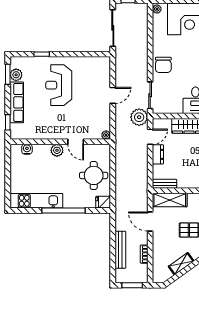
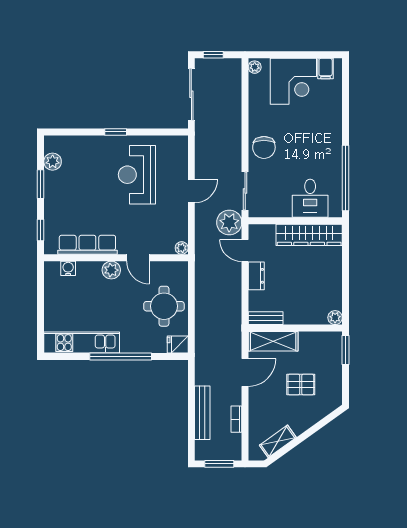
window: (42, 54) -> (116, 132), moved
window: (8, 74) -> (40, 184), moved
reception desk: (59, 85) -> (137, 175), moved
row of seats: (17, 102) -> (87, 245), moved, turned -90
door: (150, 137) -> (245, 251), swing flipped
door: (150, 222) -> (245, 372), swing flipped
shelving: (181, 264) -> (278, 441), moved

